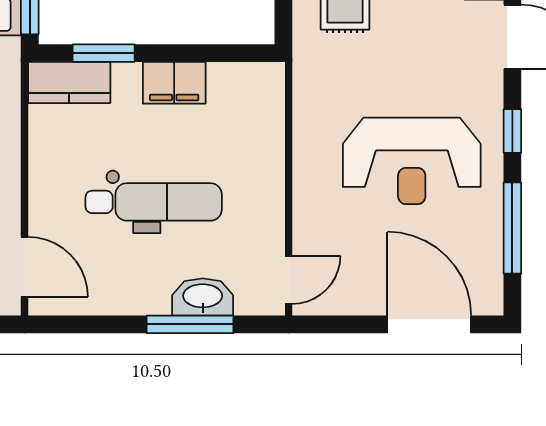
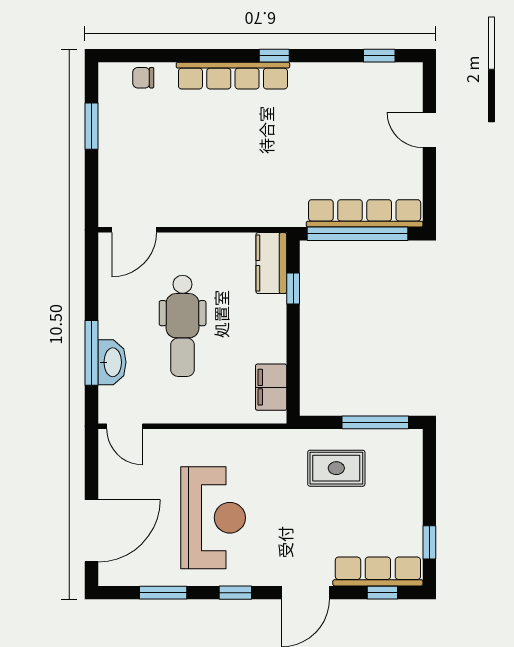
window: (104, 53) -> (293, 289), width x0.67
filing cabinet: (174, 83) -> (271, 387), moved
reception desk: (412, 161) -> (213, 518), turned 180
window: (512, 228) -> (163, 593), width x0.69

